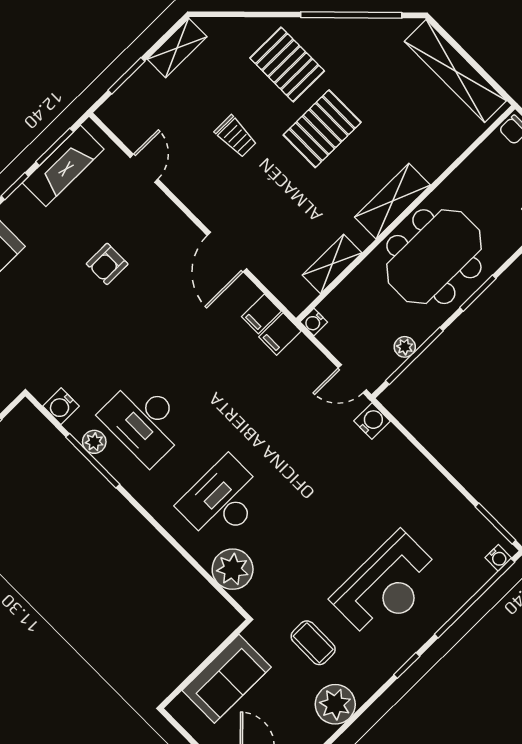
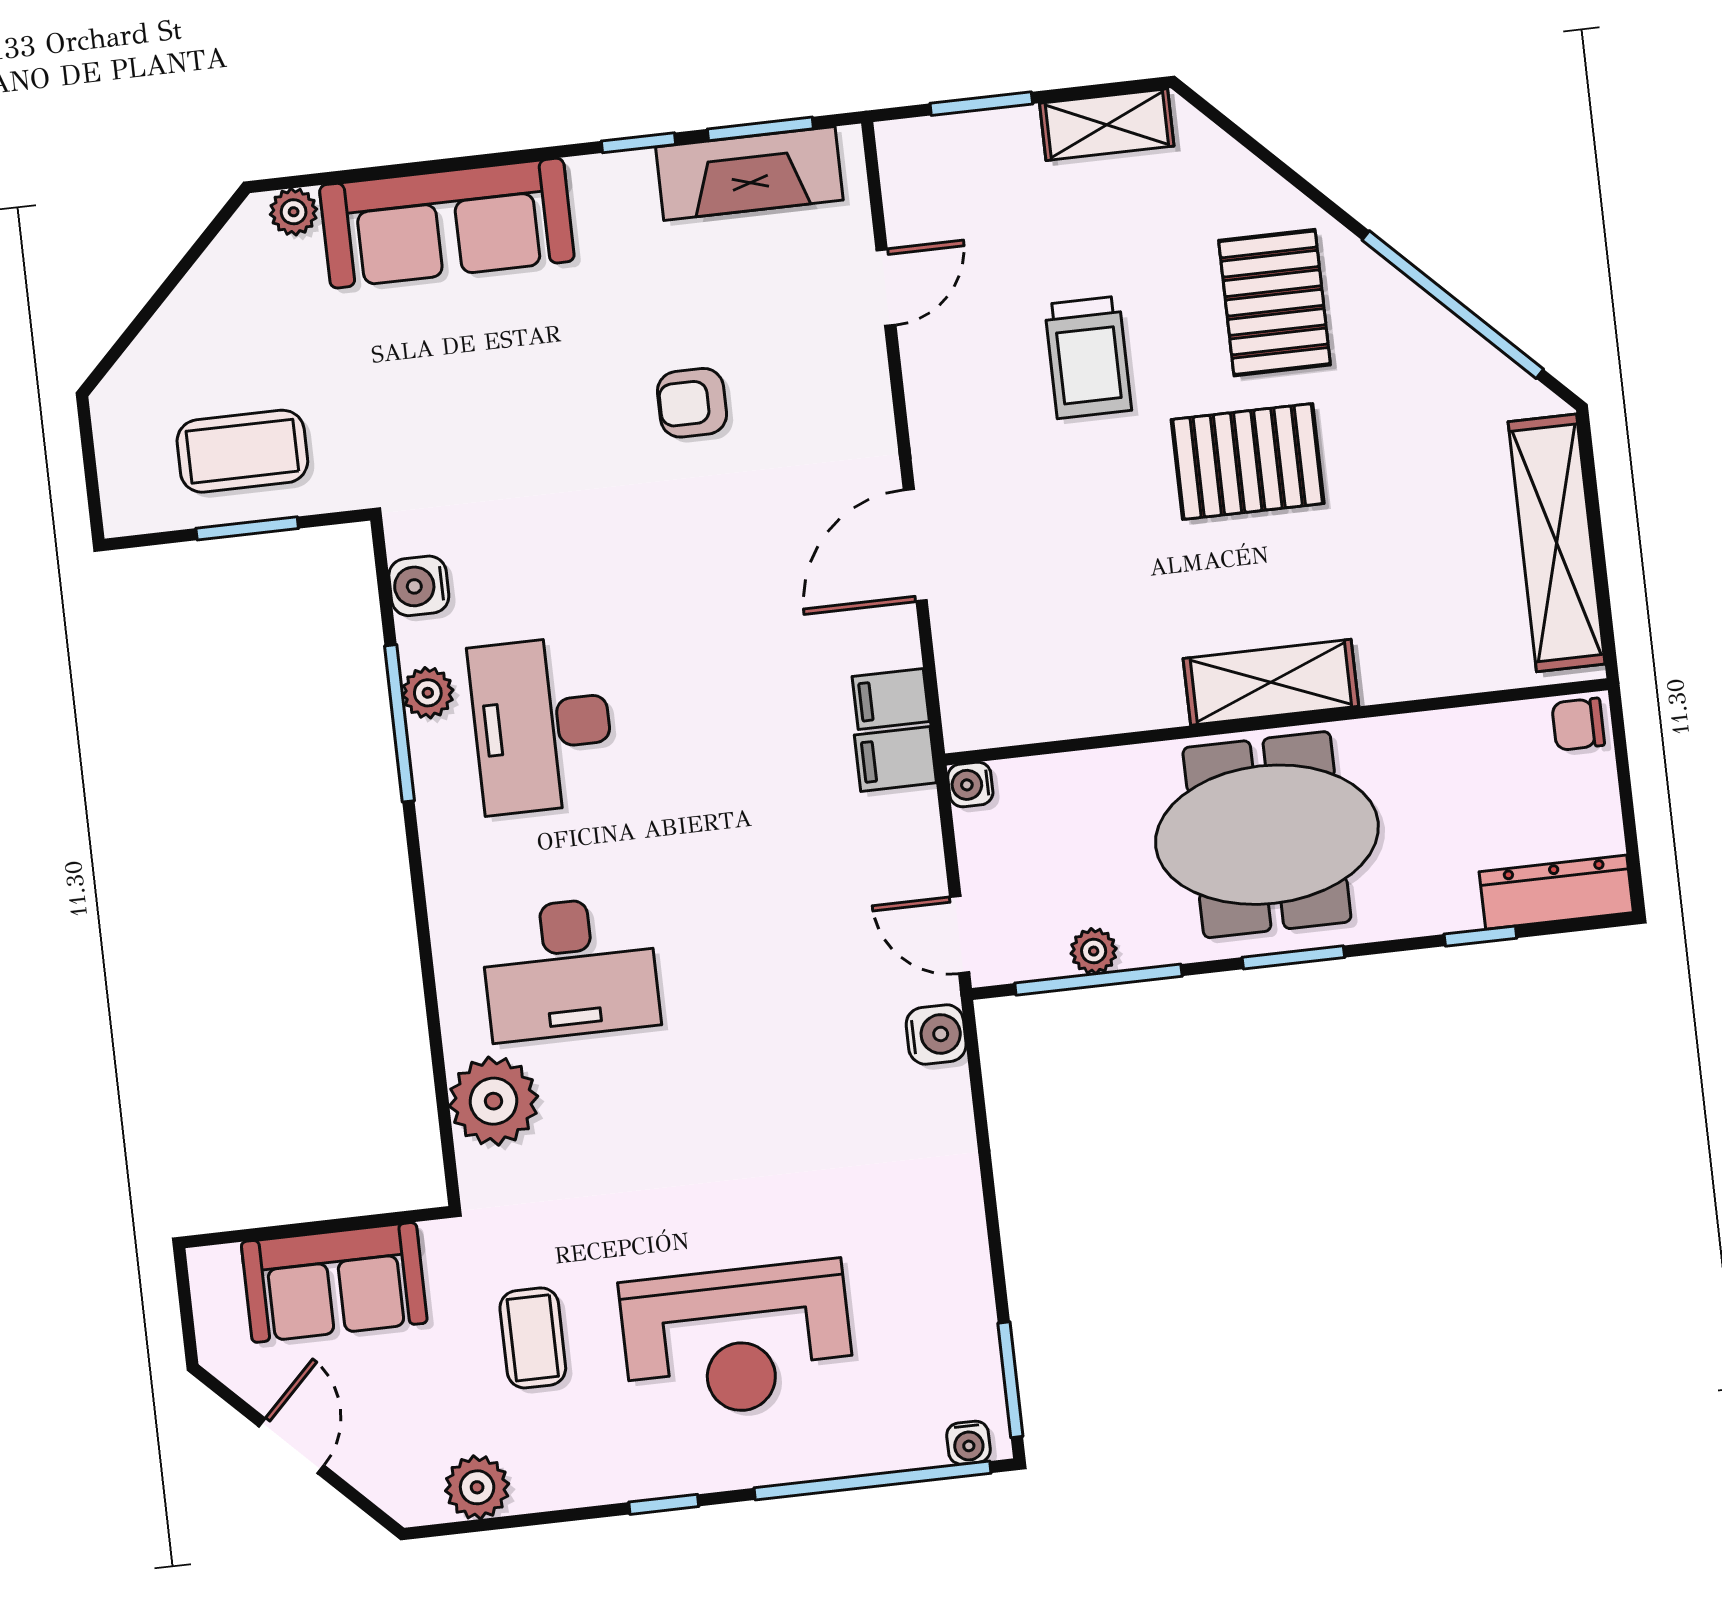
trolley: (236, 136) -> (1088, 357), width x1.36, depth x1.39
shelving: (332, 264) -> (1081, 709), removed
desk: (222, 500) -> (570, 968), turned 180
plant: (335, 704) -> (477, 1487), width x0.73, depth x0.73

